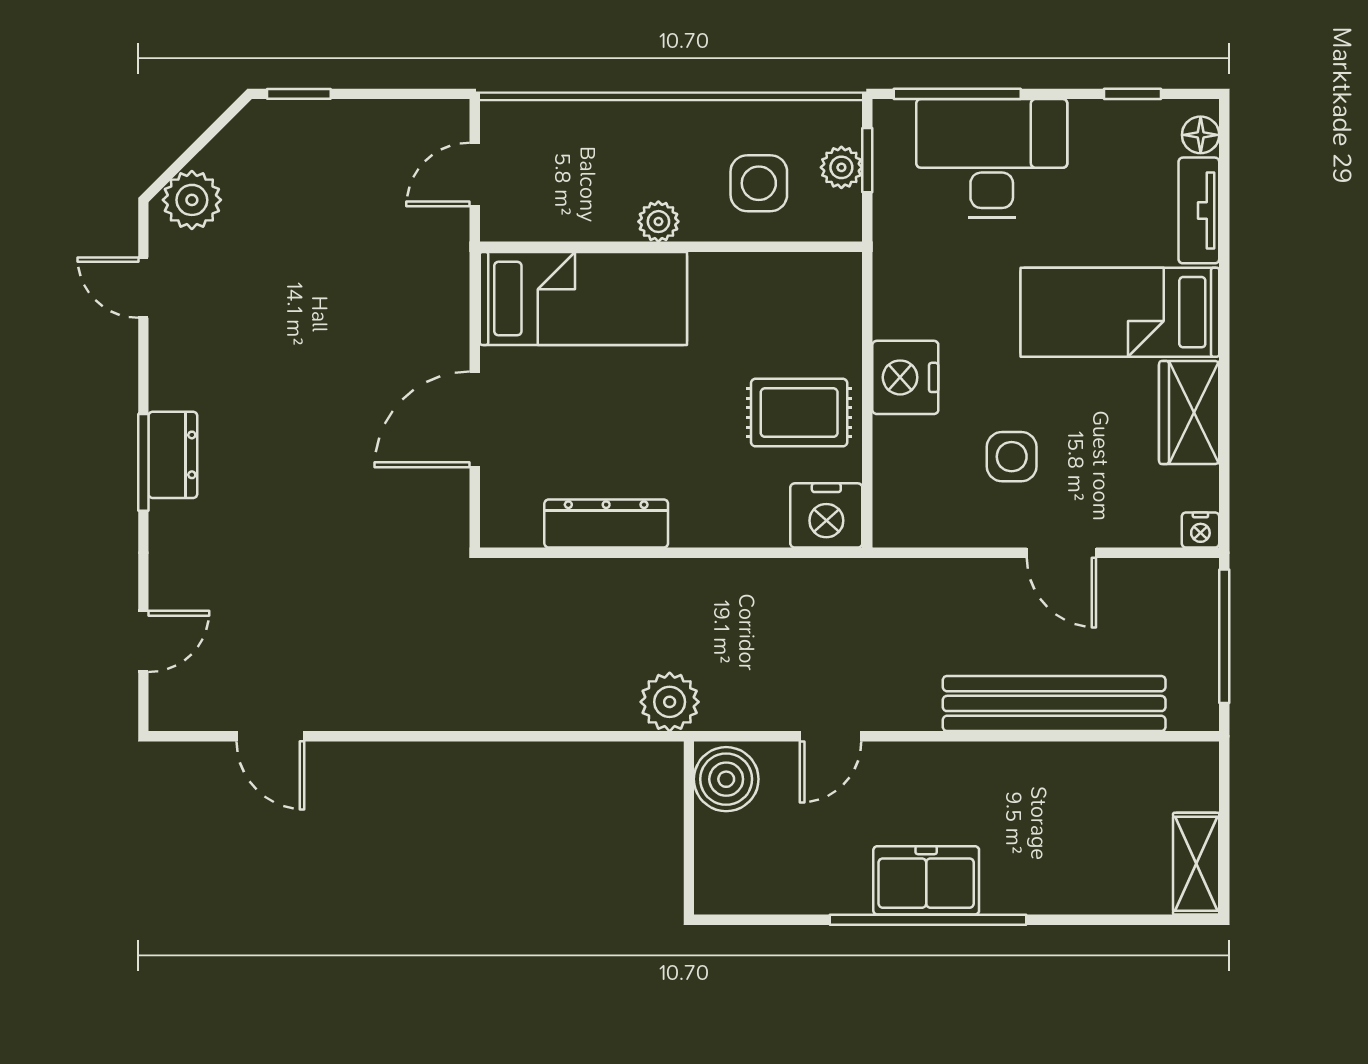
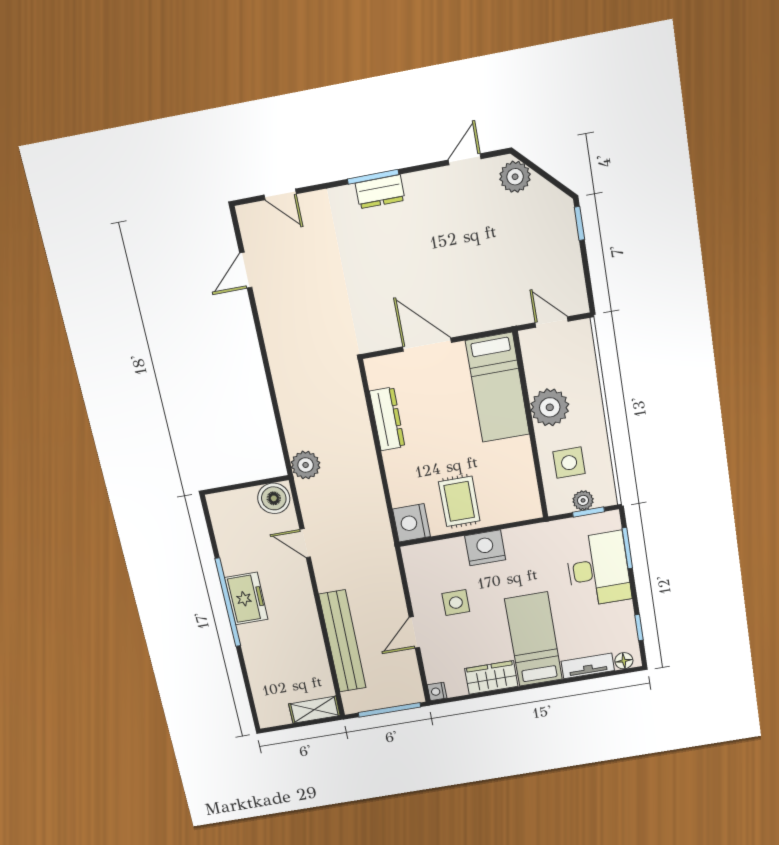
window: (957, 94) -> (627, 548), width x0.69
plant: (658, 222) -> (550, 407), width x1.88, depth x1.88
shelving: (1196, 864) -> (314, 710), moved

